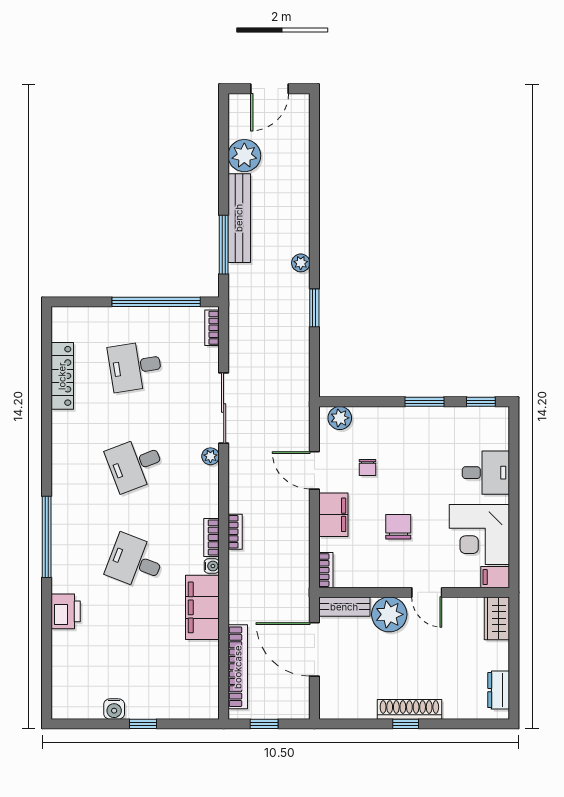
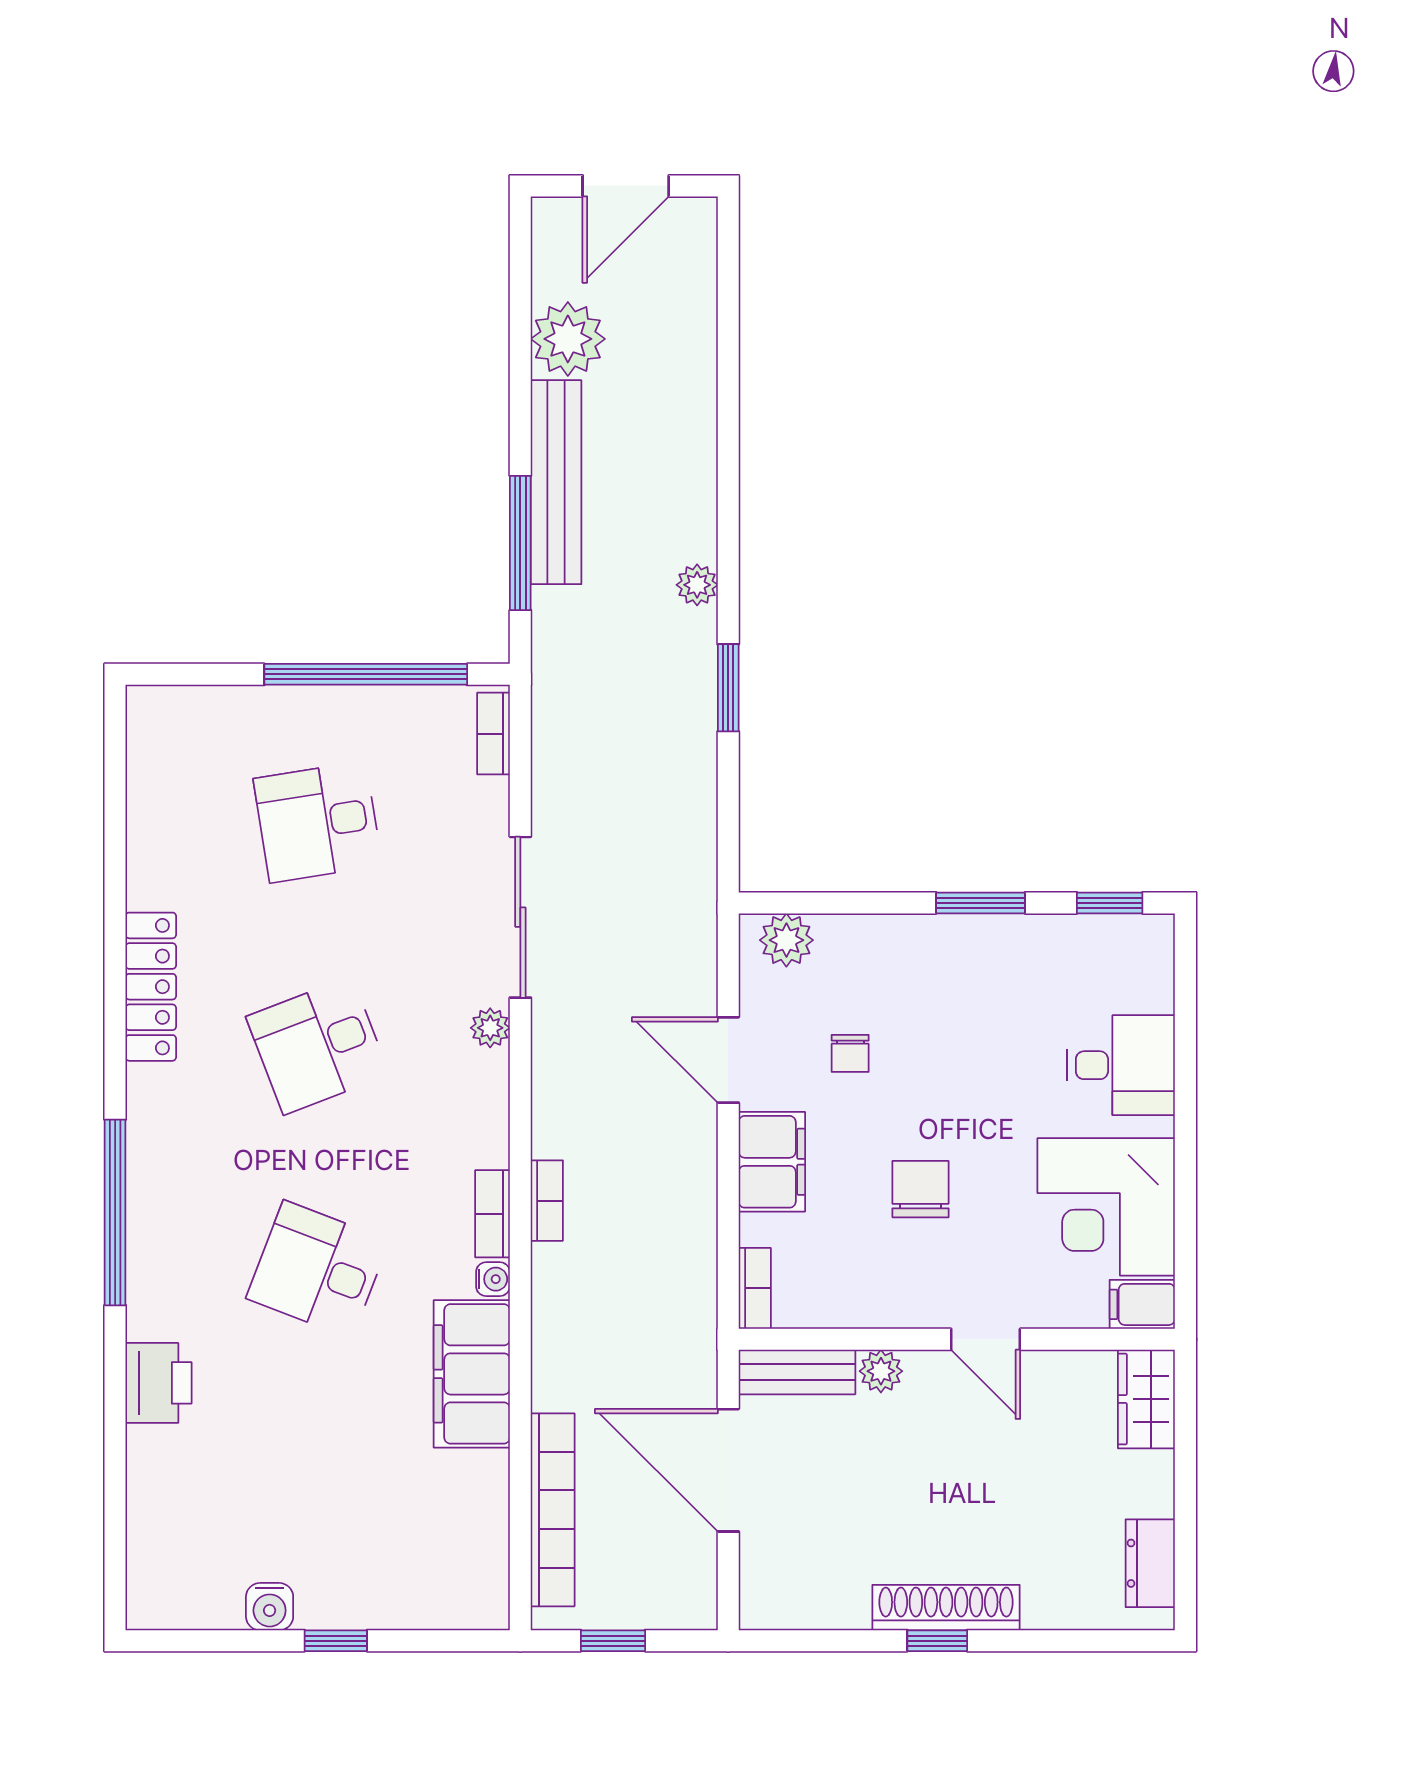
locker: (62, 376) -> (151, 987), moved
plant: (389, 614) -> (881, 1371), width x0.53, depth x0.53

